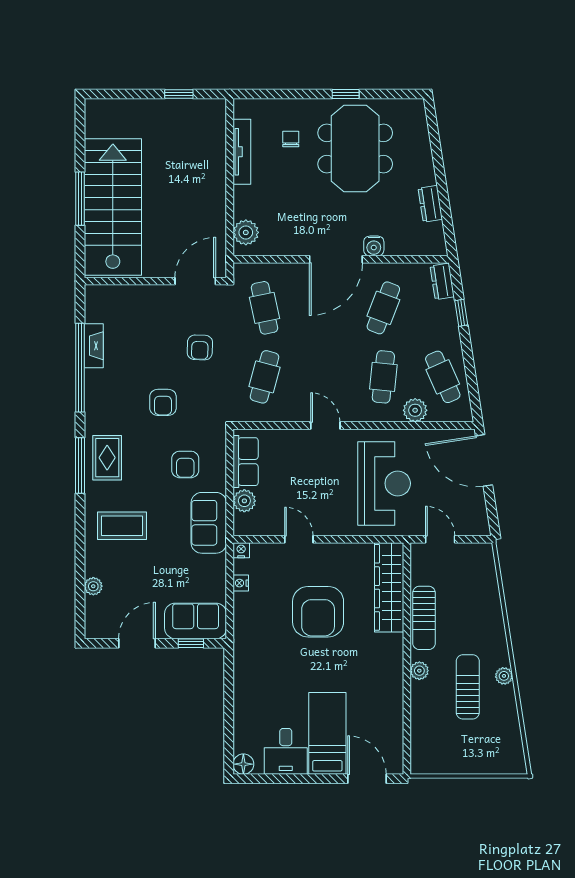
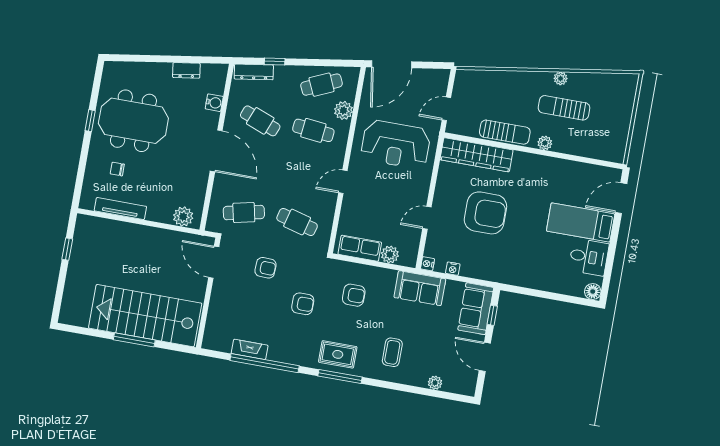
water cooler: (374, 246) -> (214, 103), moved
dresser: (442, 281) -> (254, 72), width x1.44
reception desk: (384, 483) -> (396, 144), turned 180
sofa: (209, 523) -> (420, 288), moved
coffee table: (122, 526) -> (392, 352), width x0.73, depth x0.77

